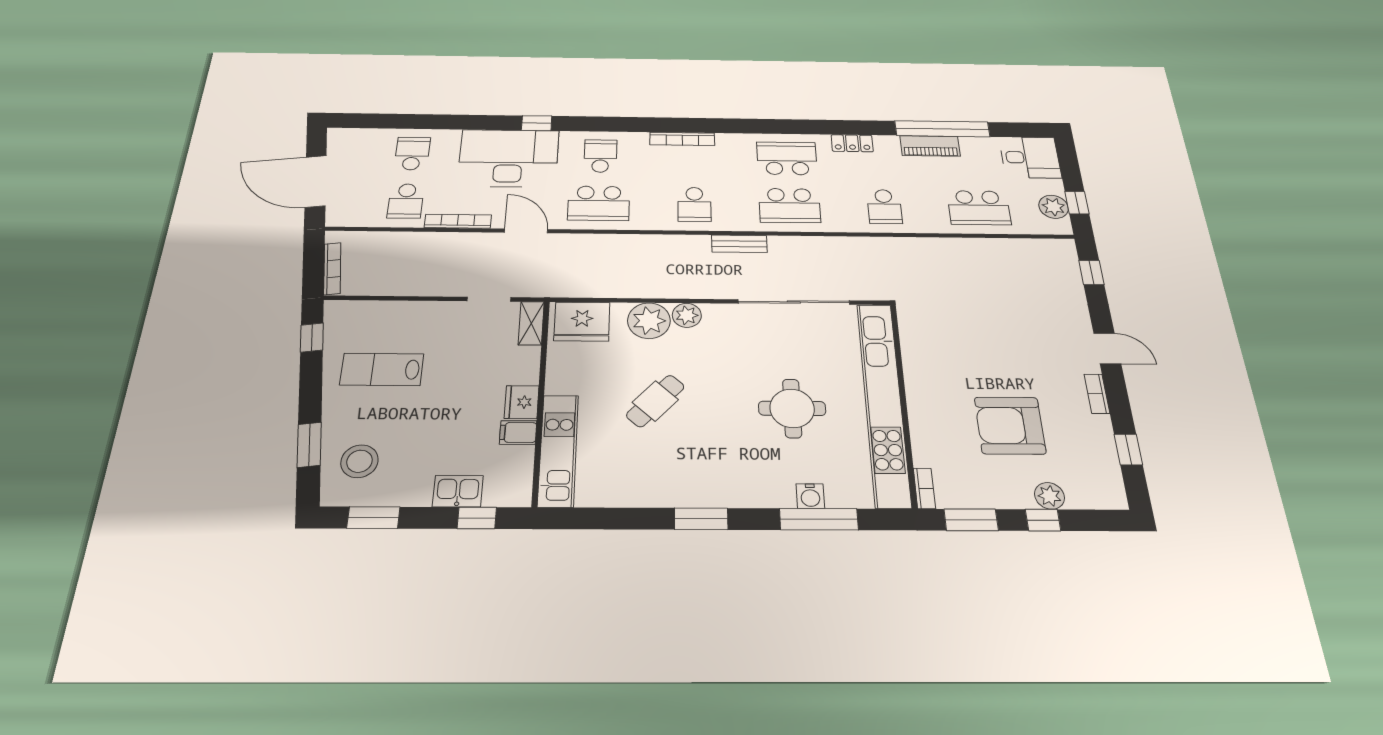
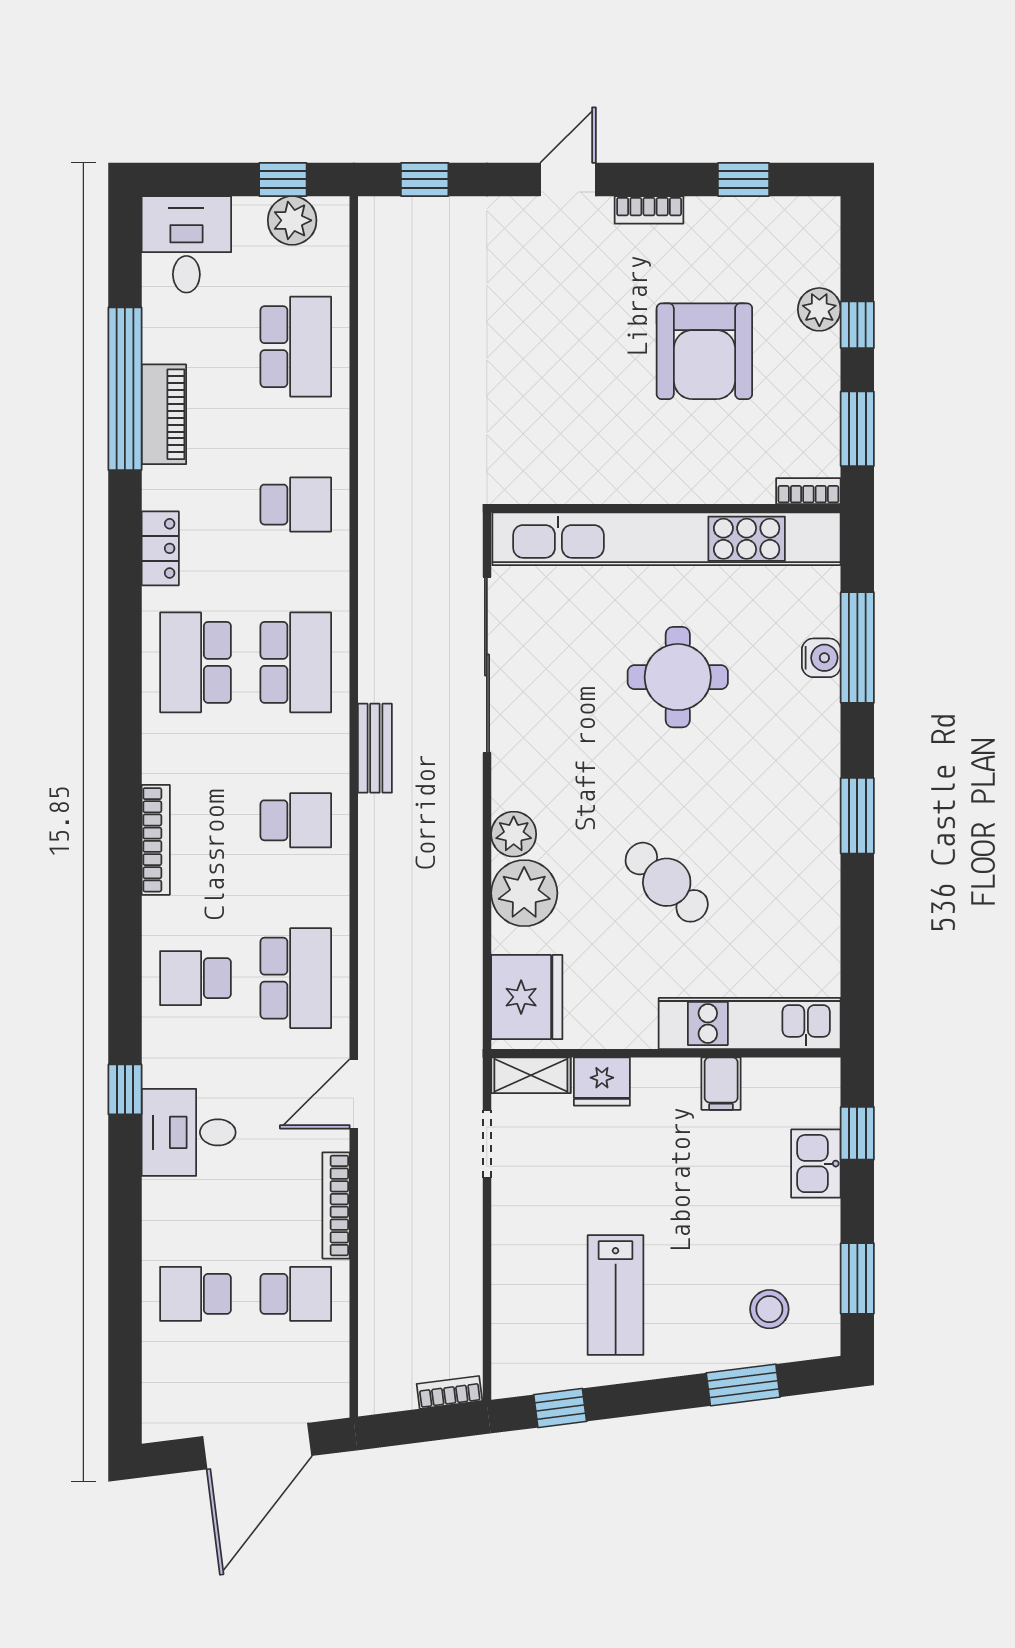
desk: (508, 158) -> (189, 1132), width x0.53, depth x0.77
bookcase: (332, 269) -> (449, 1392), width x0.64
fridge: (522, 402) -> (602, 1082), moved
stool: (359, 461) -> (769, 1309), width x0.73, depth x0.73

